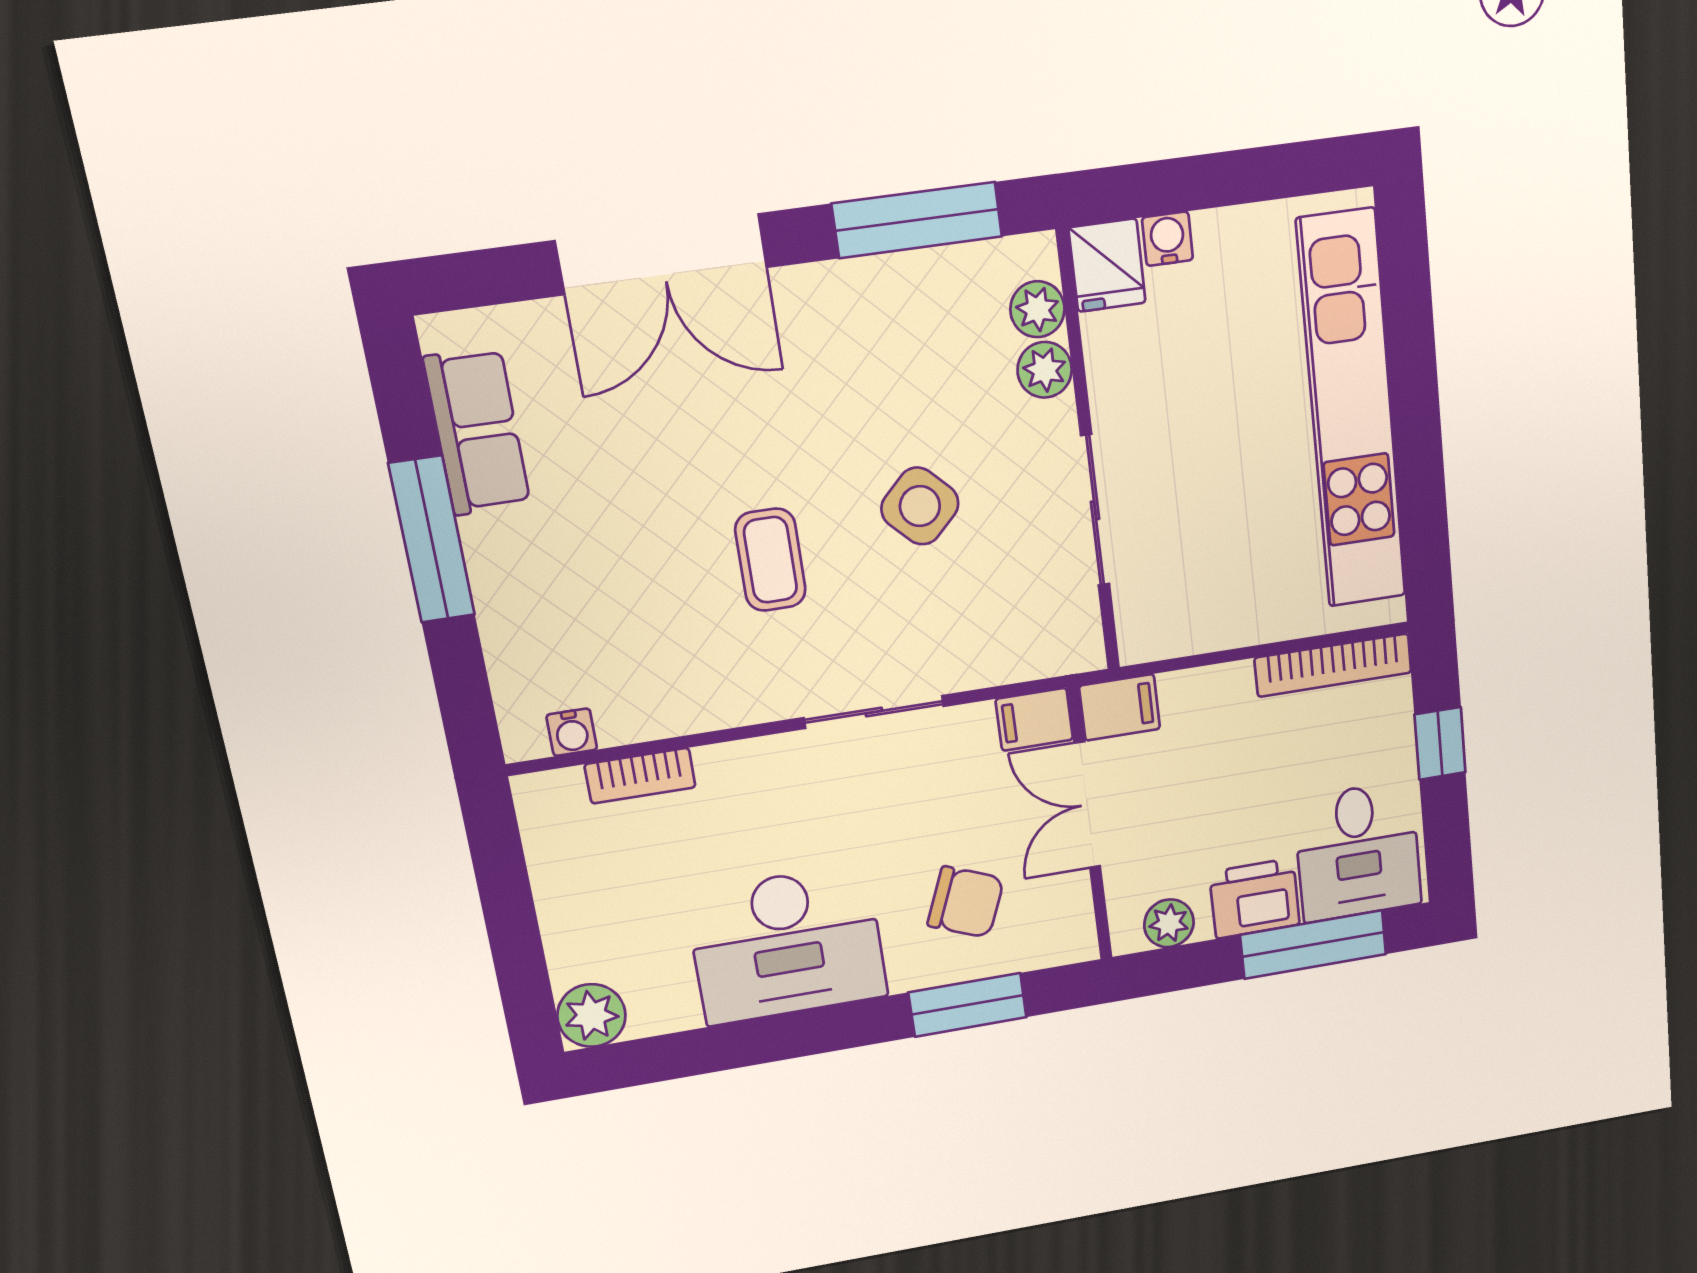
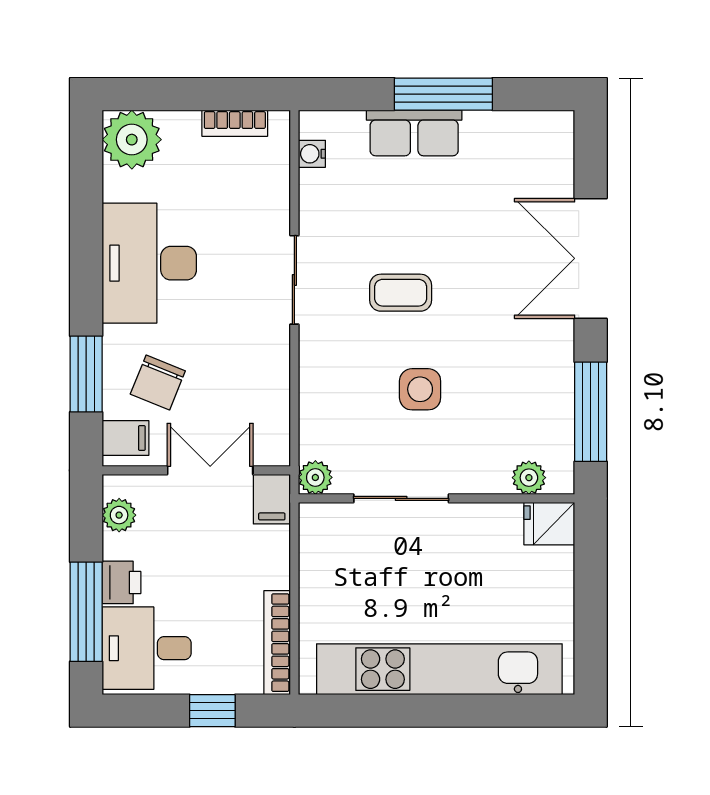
water cooler: (1167, 239) -> (560, 563), removed
plant: (1045, 370) -> (315, 477), moved
row of seats: (477, 432) -> (414, 133), moved
side table: (920, 506) -> (420, 389), turned 45
sliding door: (874, 712) -> (294, 280), moved
filing cabinet: (1034, 719) -> (126, 438), moved, turned 90
bookcase: (640, 776) -> (235, 123), moved, turned -90
printer: (1255, 898) -> (122, 582), width x0.73, depth x0.81
plant: (591, 1015) -> (132, 140), width x1.36, depth x1.36

